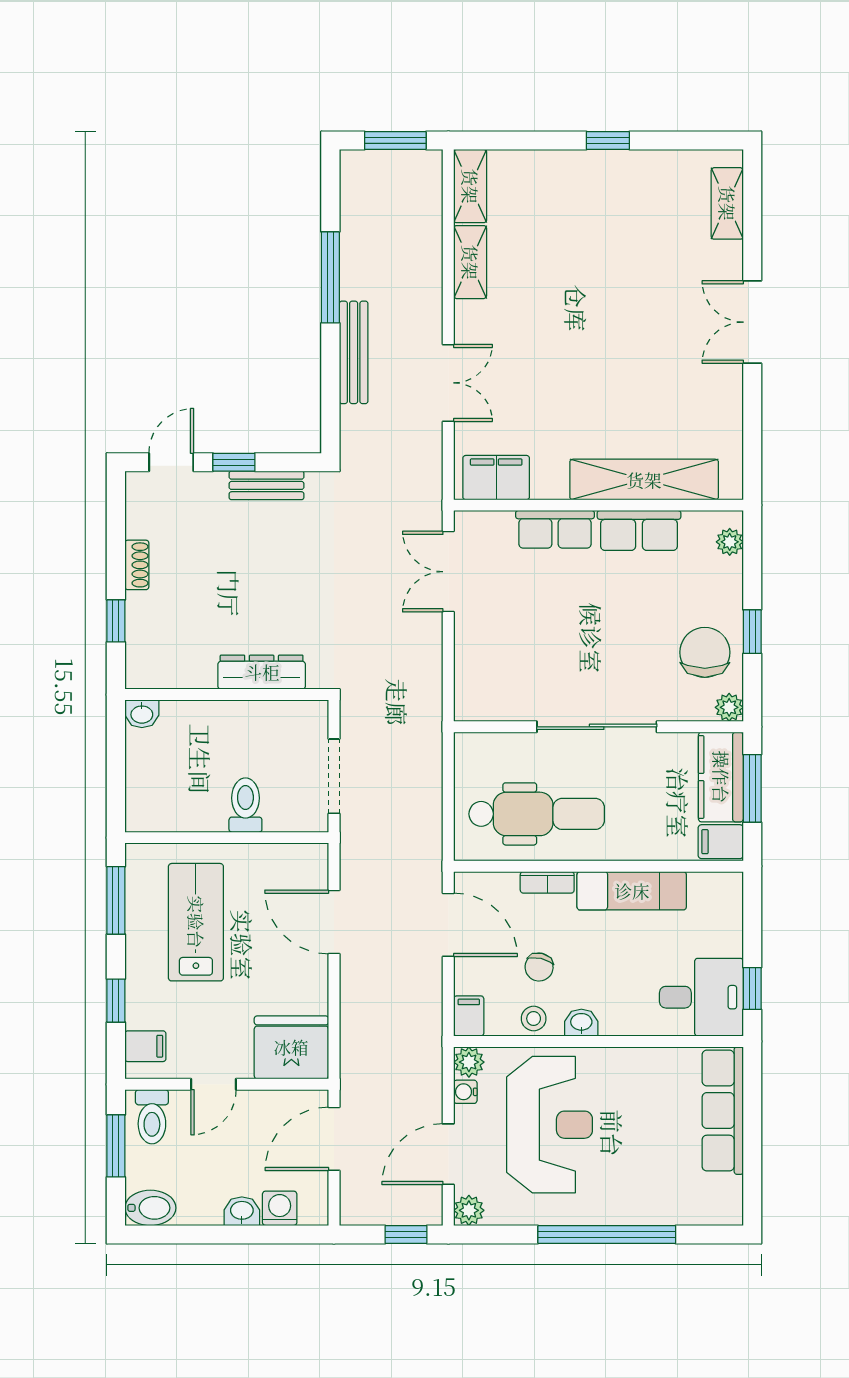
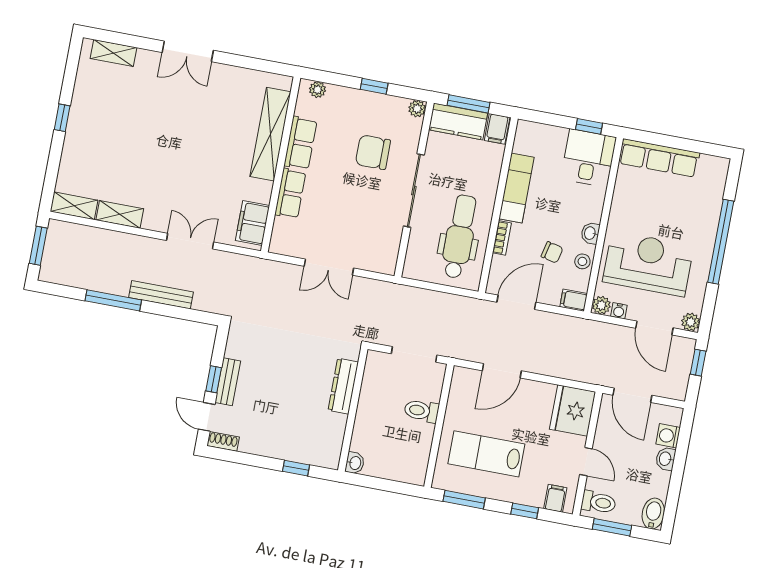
bench: (266, 485) -> (228, 382), moved
shoe rack: (137, 565) -> (223, 441), moved
double door: (448, 572) -> (329, 267), moved
chair: (705, 652) -> (373, 152), moved

